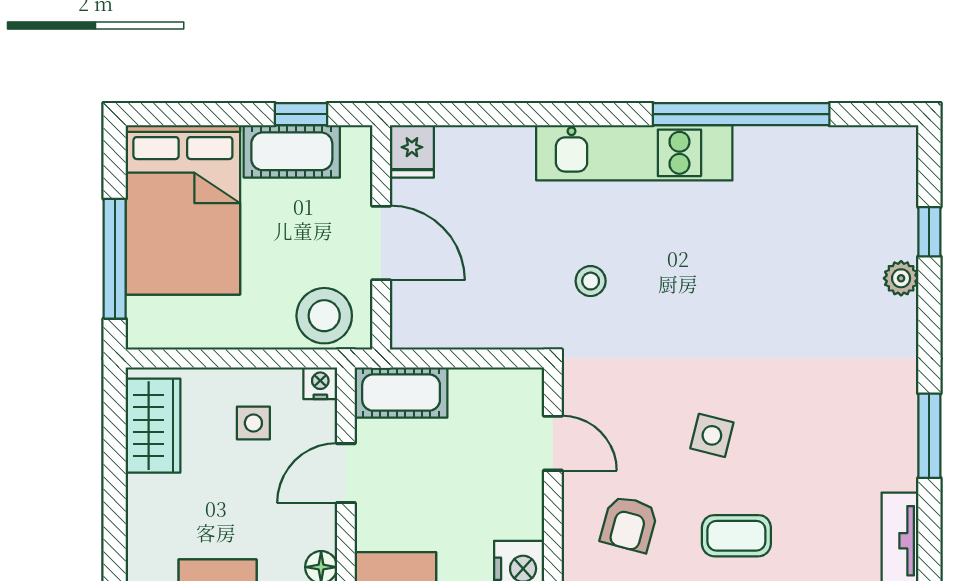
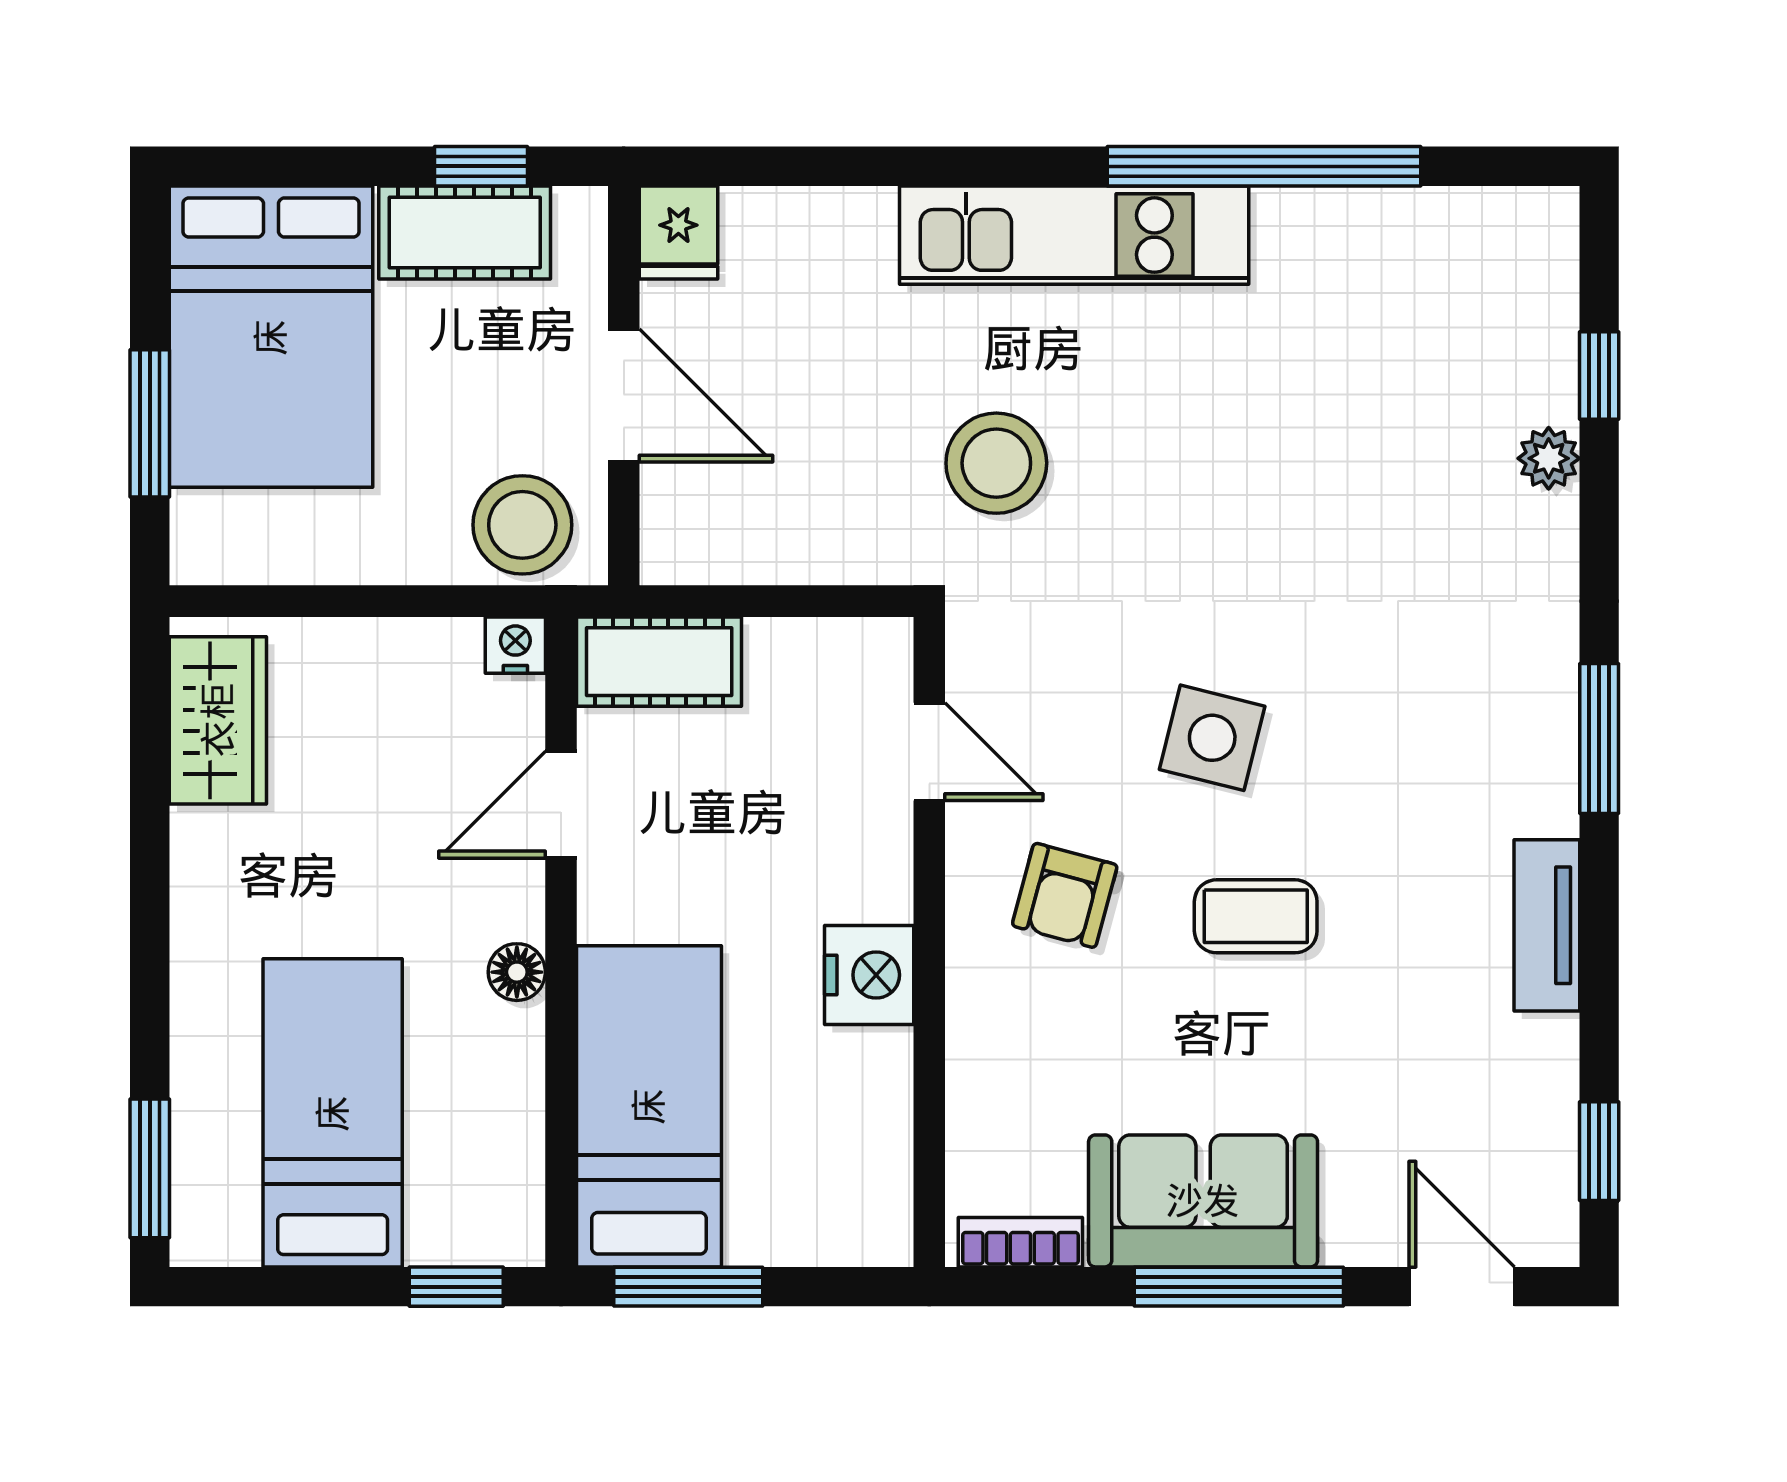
window: (115, 259) -> (150, 423), width x0.69
stool: (591, 281) -> (996, 463), width x1.89, depth x1.89
side table: (253, 423) -> (396, 716), removed
side table: (712, 435) -> (1212, 738), width x1.37, depth x1.37

